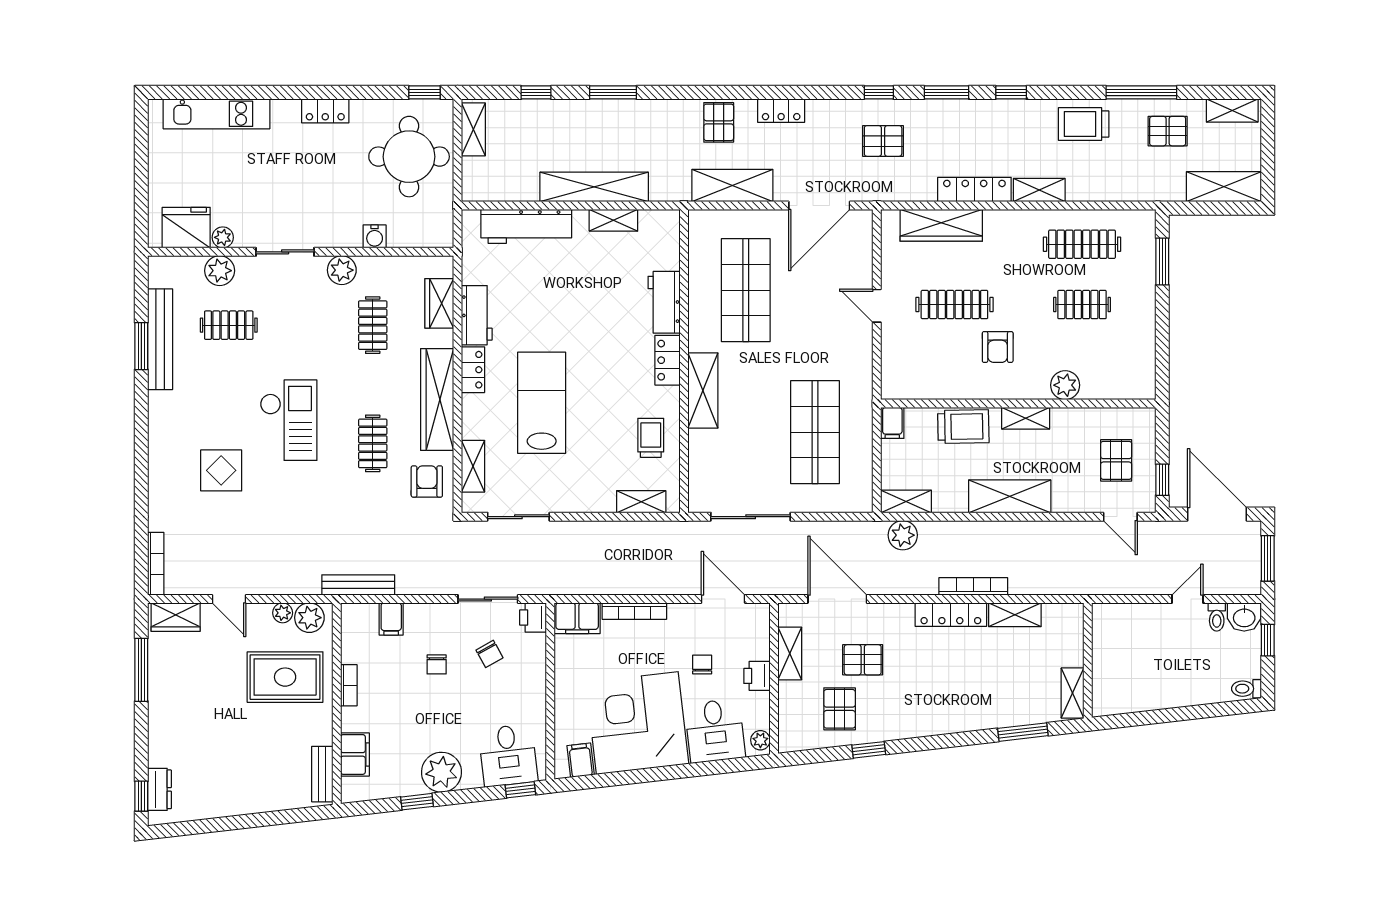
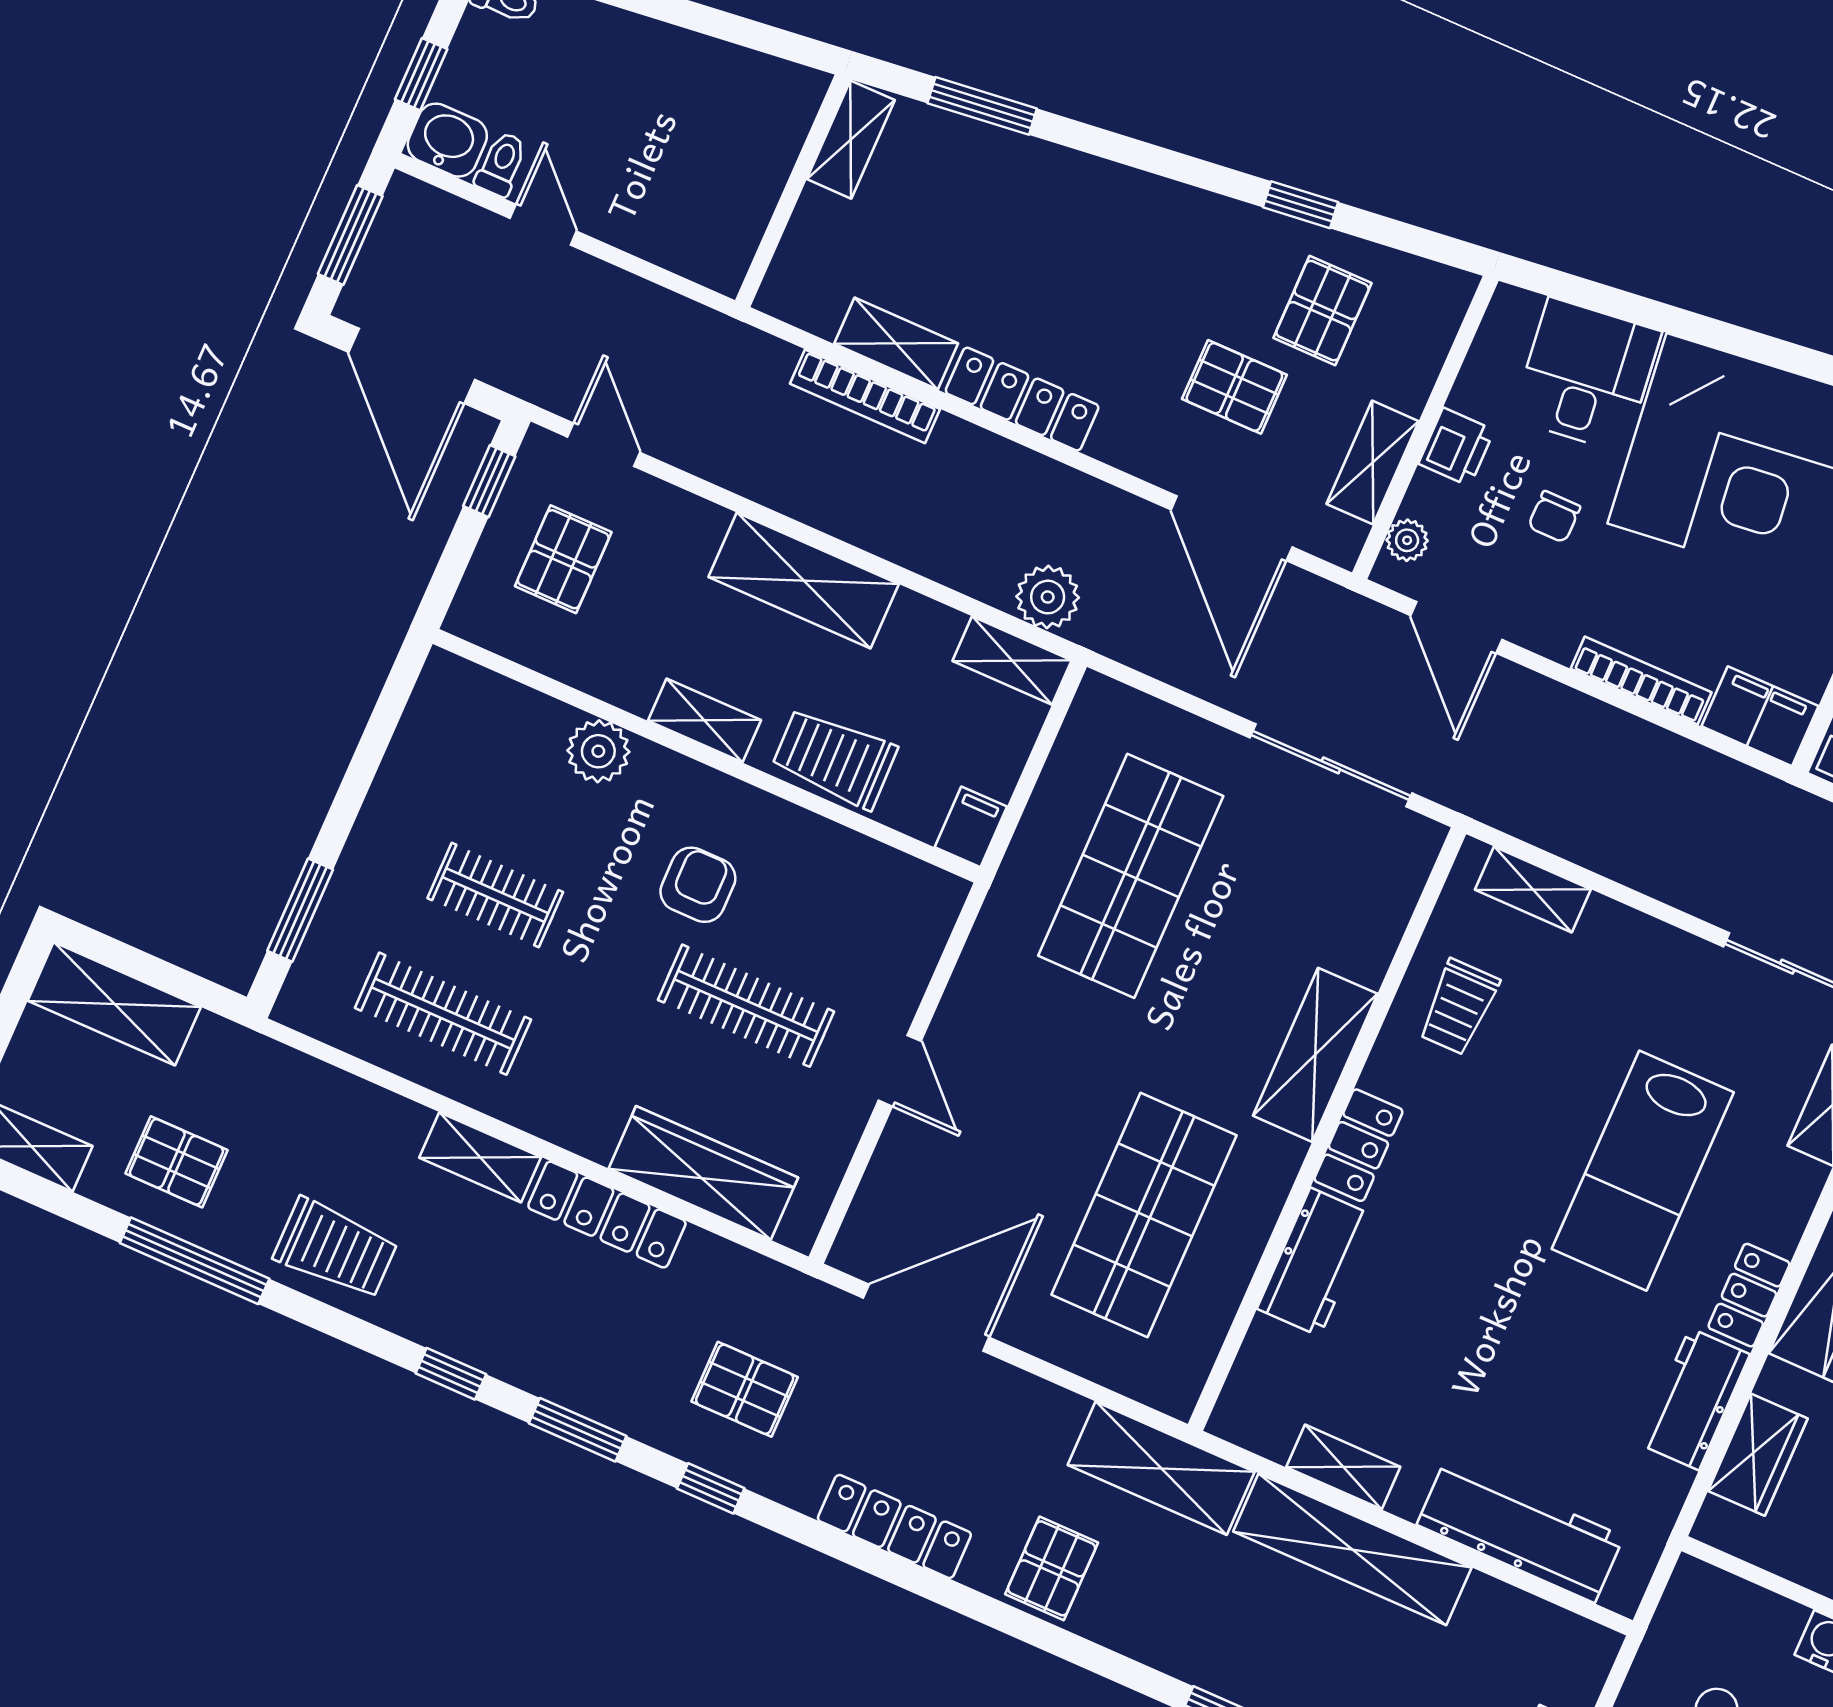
locker: (781, 111) -> (894, 1526), width x1.53
shelving: (732, 185) -> (1161, 1468), moved
bookcase: (973, 586) -> (865, 396), moved
door: (1187, 599) -> (543, 225), swing flipped
plant: (760, 740) -> (1407, 540), moved

